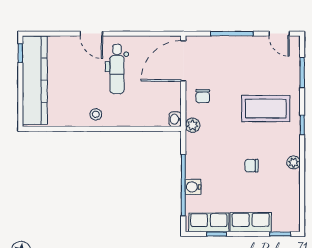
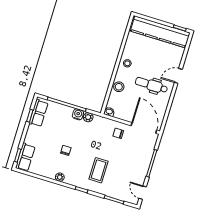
door: (279, 34) -> (143, 193), hinge flipped
coffee table: (266, 109) -> (99, 170), width x0.73, depth x0.76
stool: (134, 116) -> (119, 87), added
plant: (193, 125) -> (88, 117), moved
water cooler: (193, 187) -> (78, 114), moved
row of seats: (251, 222) -> (25, 157), moved

